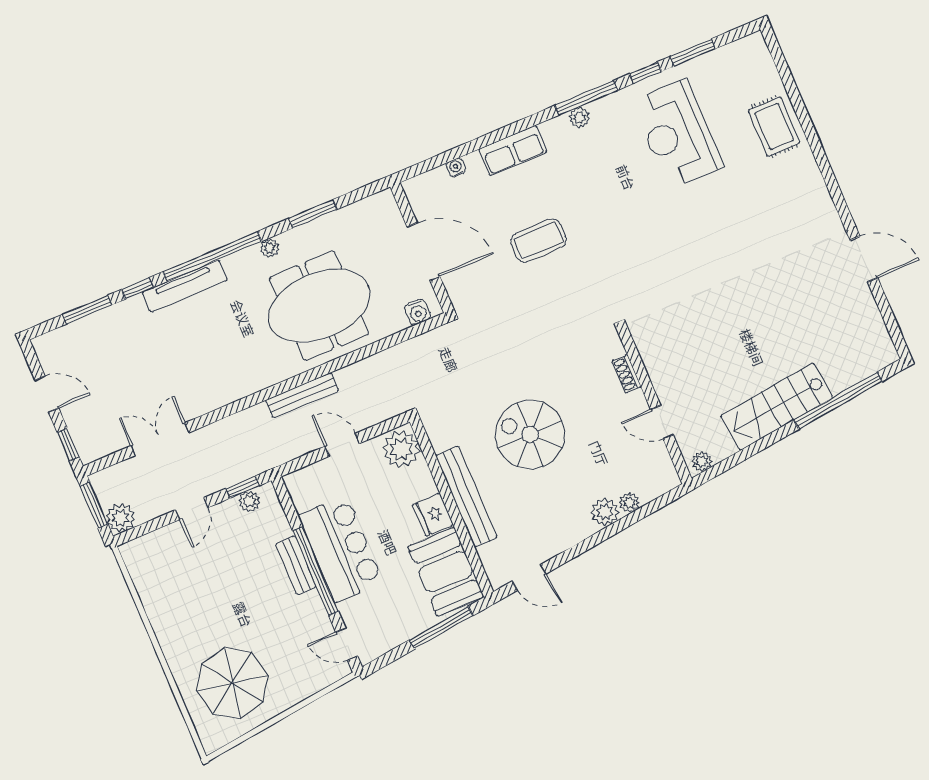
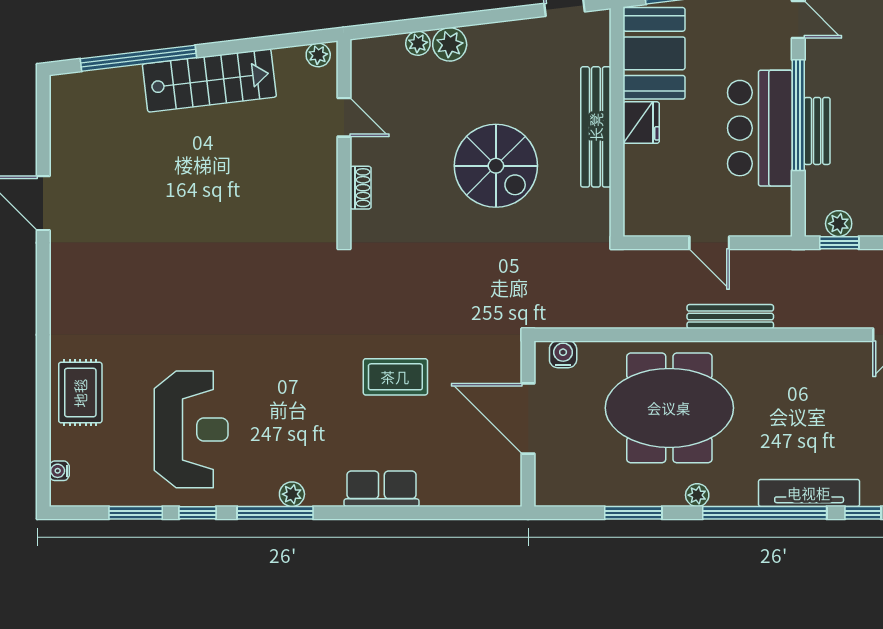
water cooler: (456, 168) -> (59, 471), moved, turned 90
plant: (401, 449) -> (646, 210), removed

